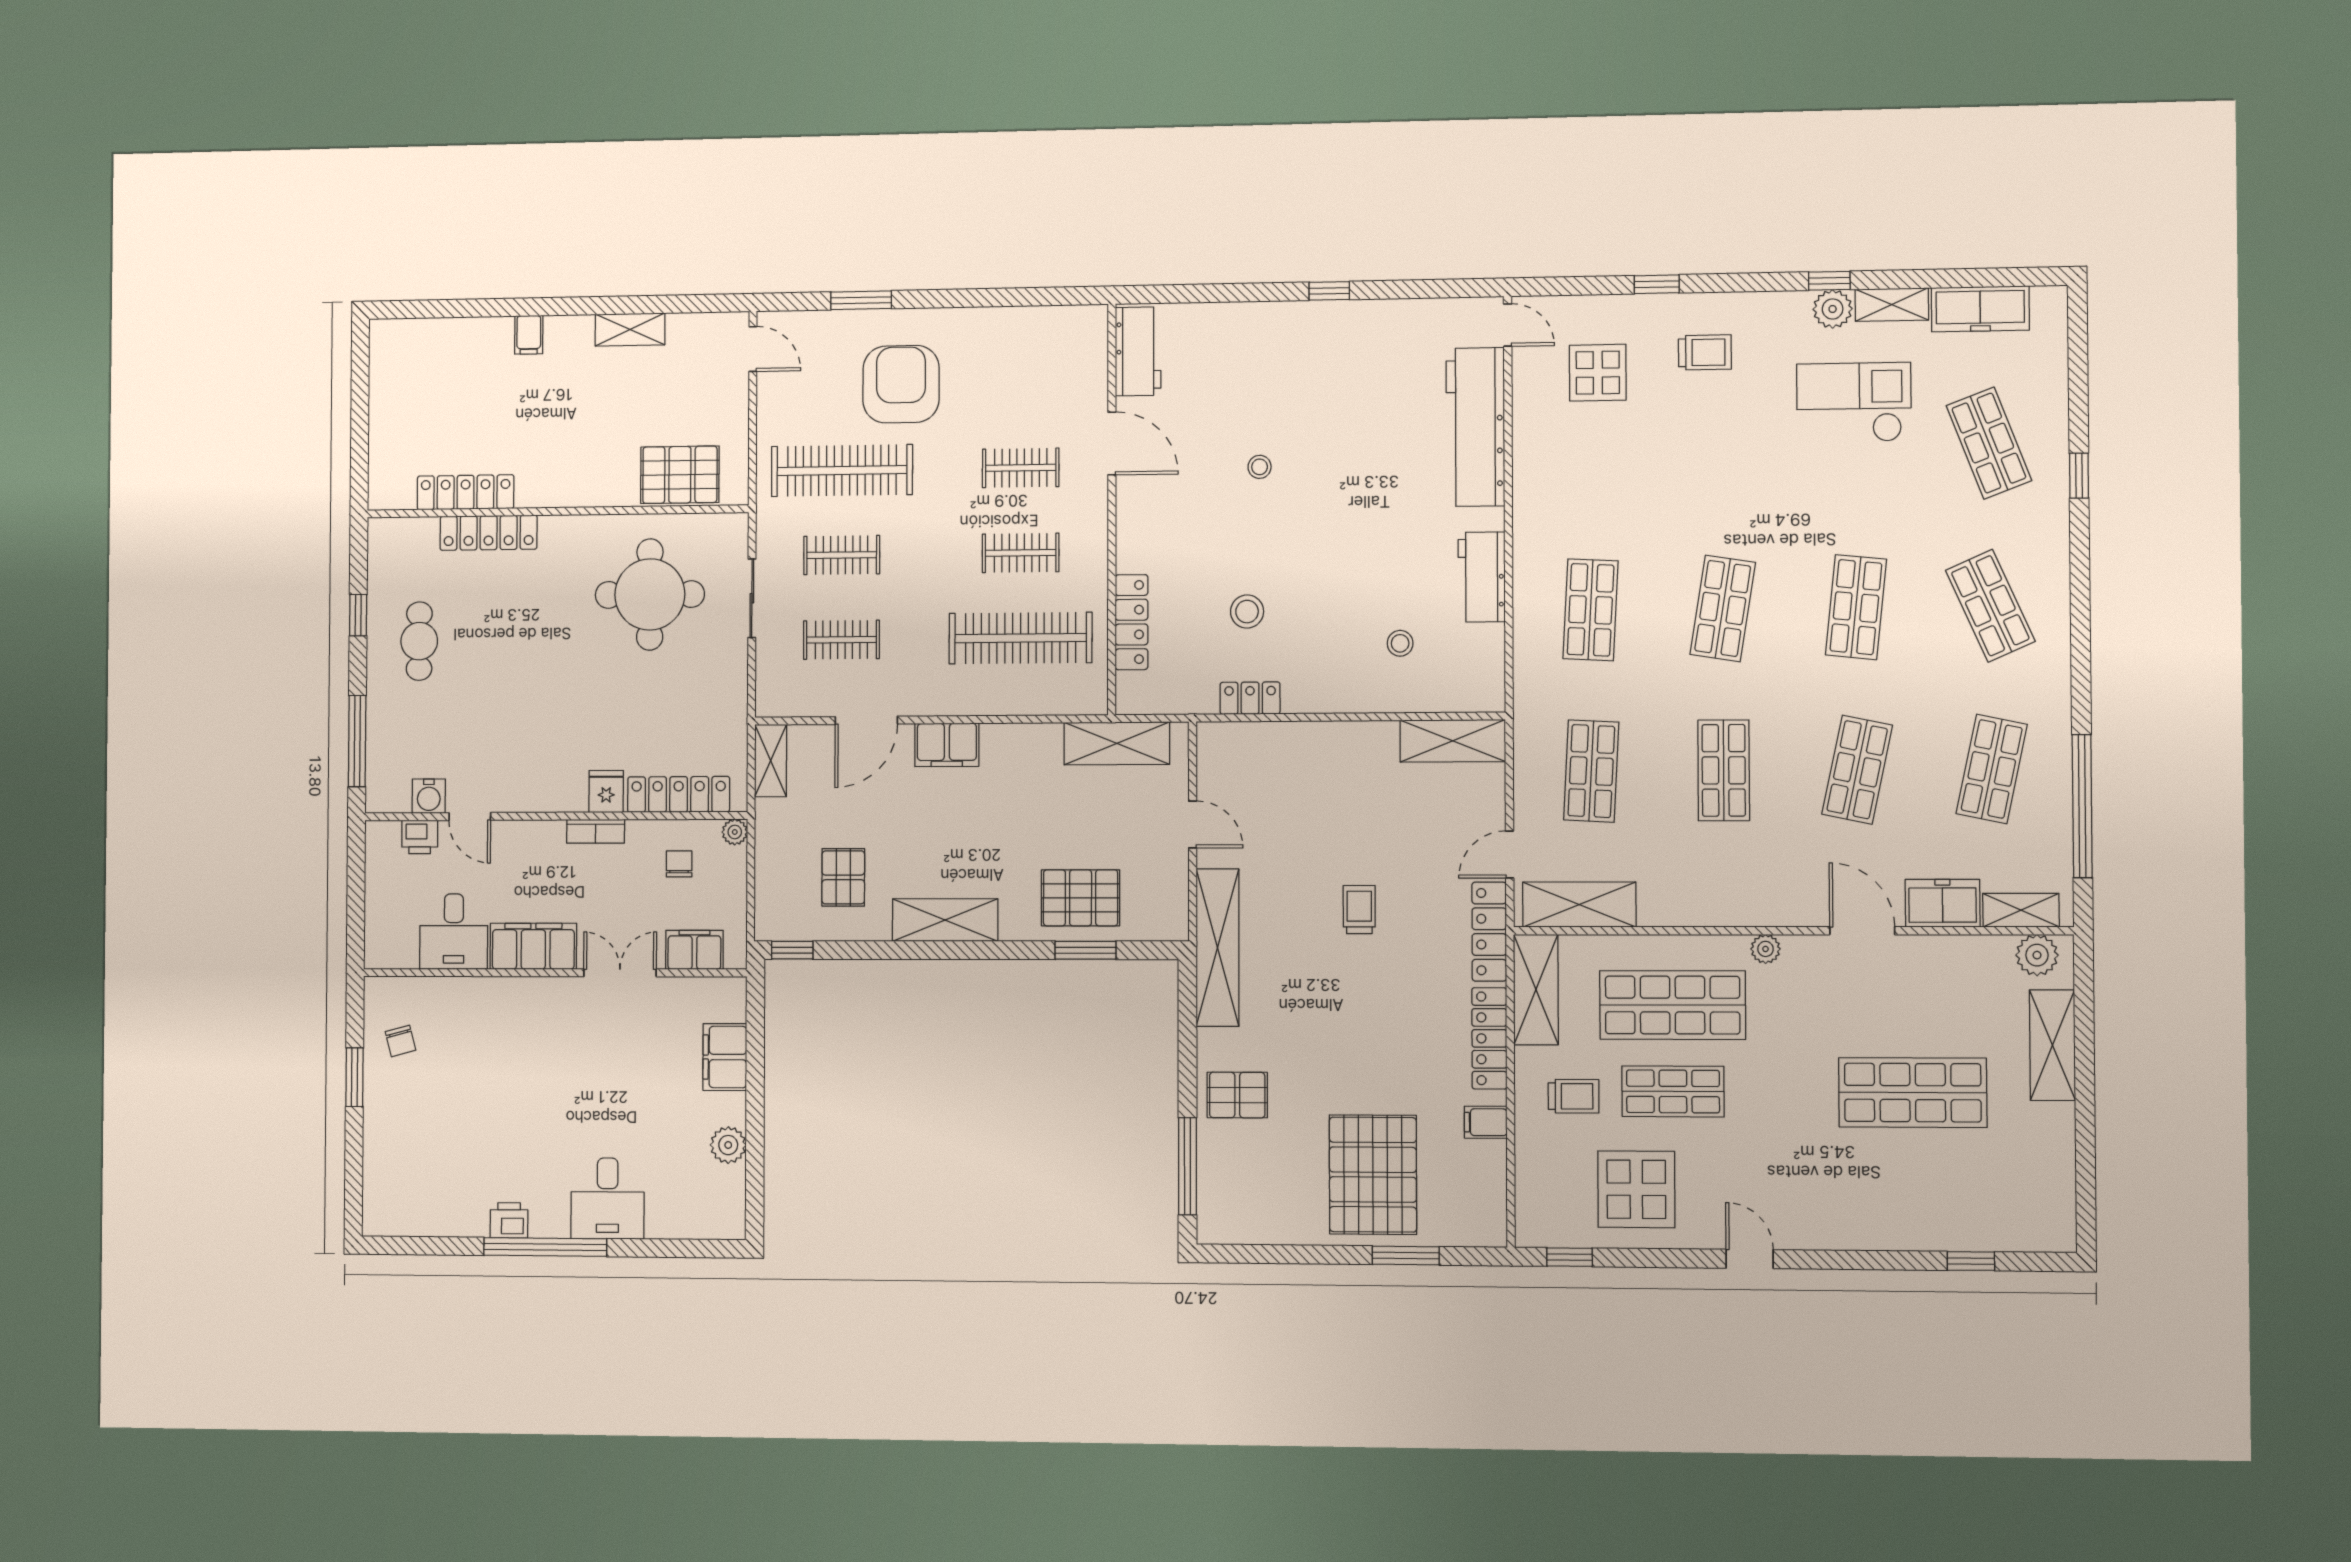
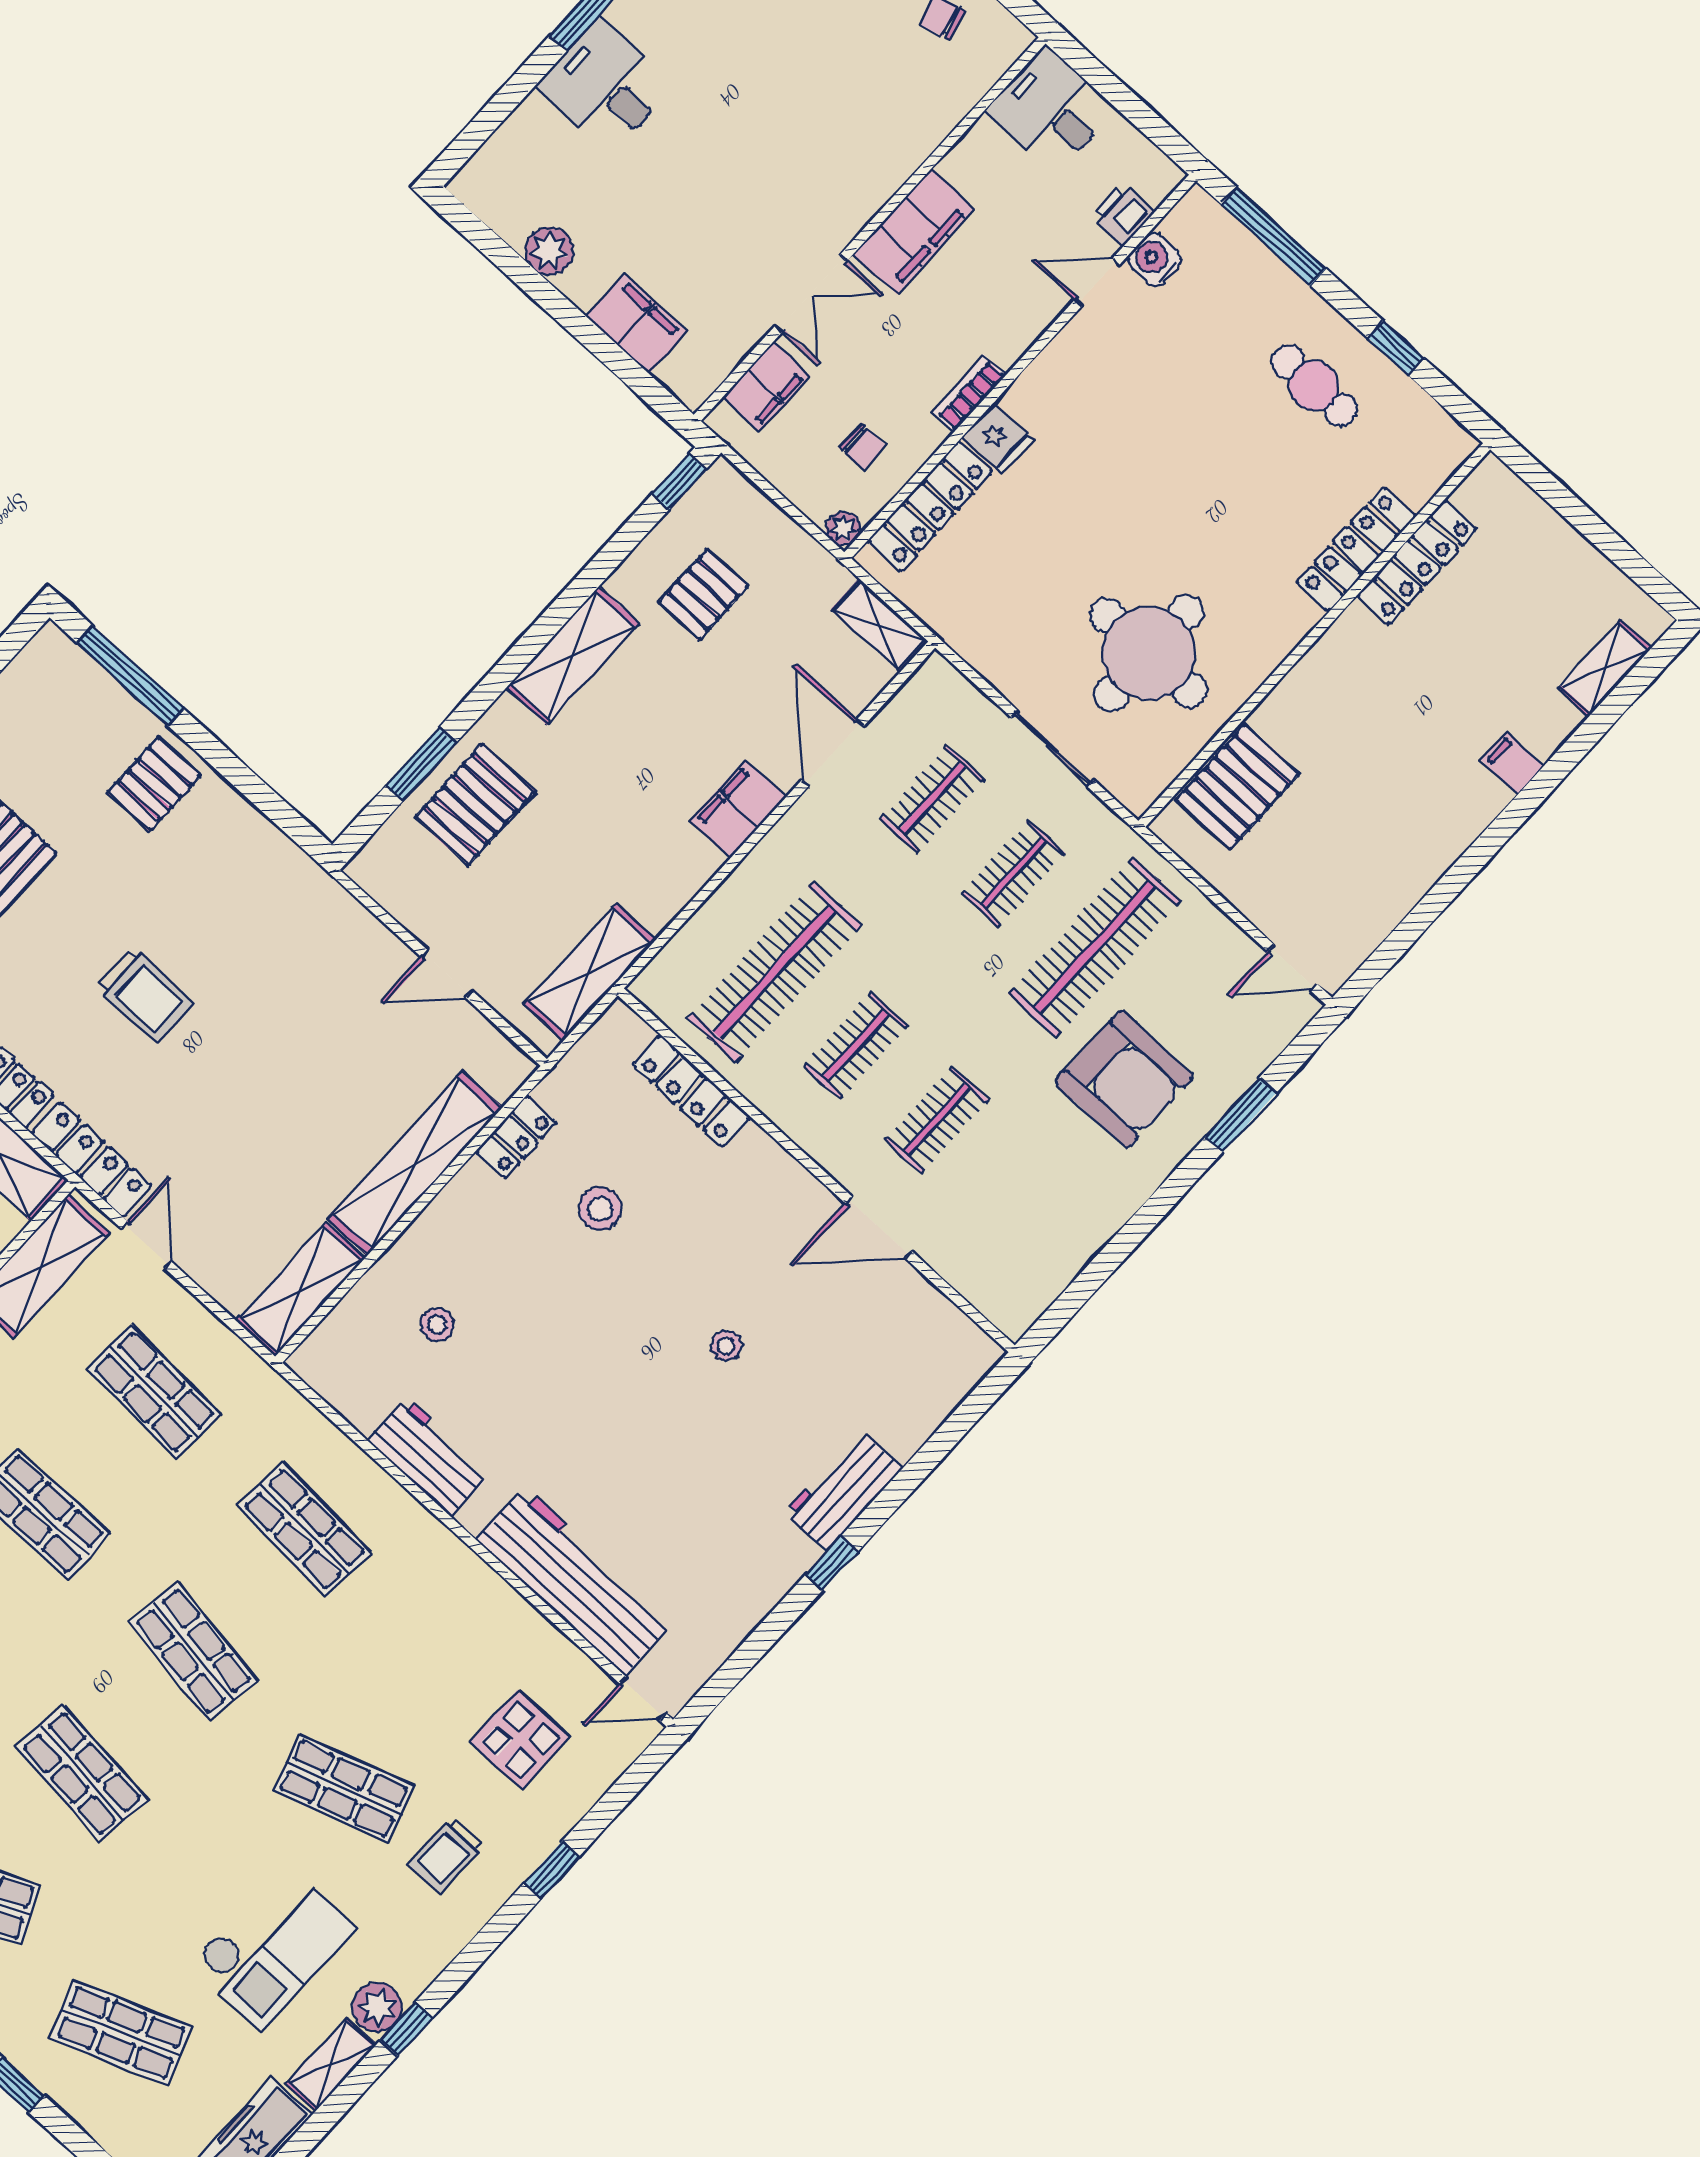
shelving: (630, 330) -> (1605, 668), moved
workbench: (1138, 351) -> (843, 1490), moved, turned 90
shop shelf: (1722, 447) -> (344, 1789), added
pallet: (843, 877) -> (703, 594), turned 90
trolley: (1359, 910) -> (145, 995), moved, width x1.36, depth x1.39
desk: (454, 932) -> (1051, 110), moved
shelving: (1218, 948) -> (415, 1163), moved, turned 90

